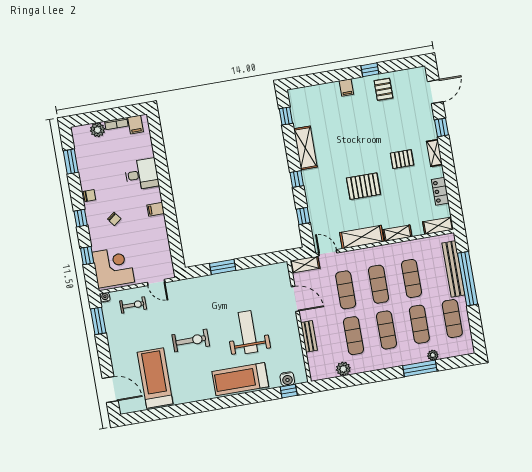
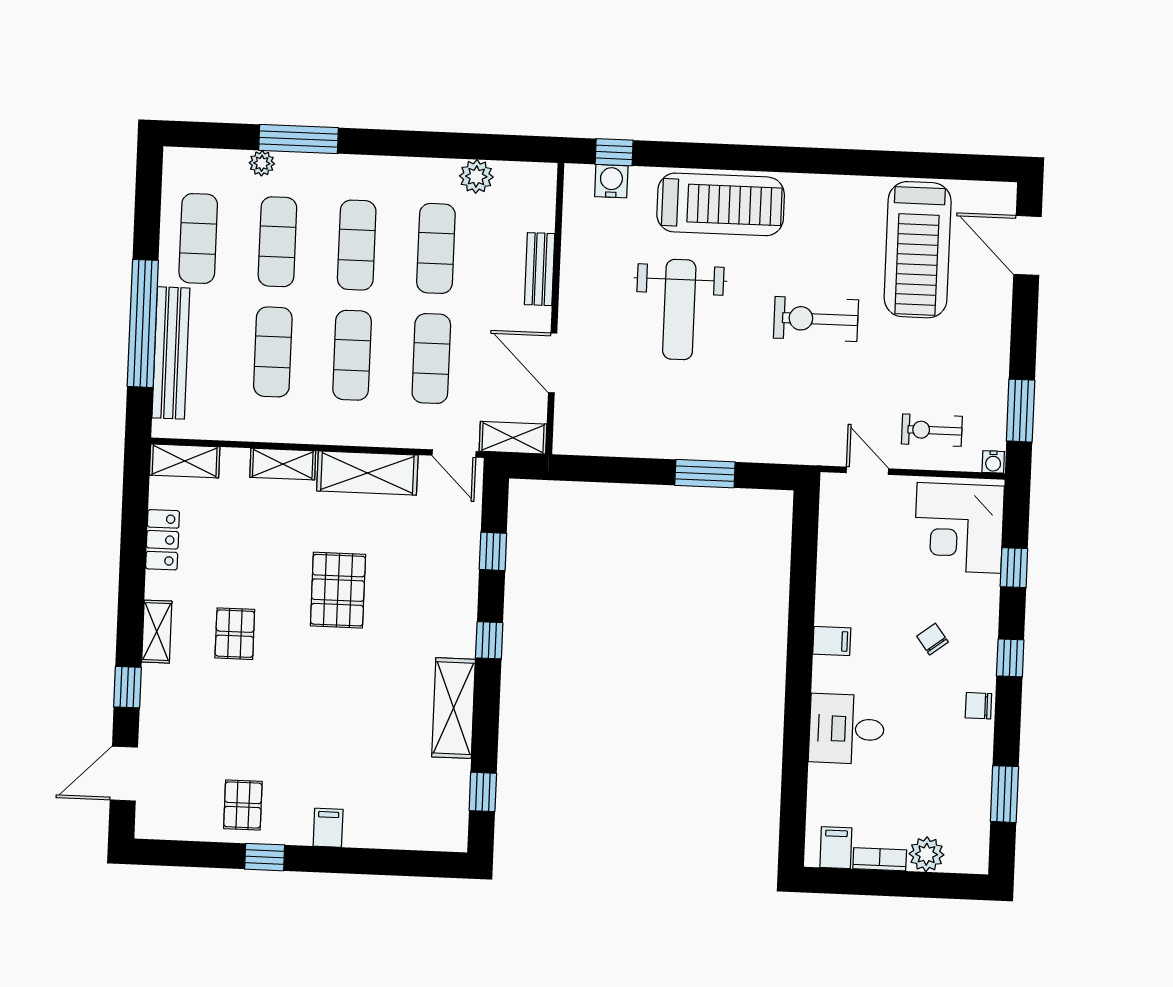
pallet: (402, 159) -> (235, 634), turned 90
pallet: (363, 186) -> (338, 590), turned 90

